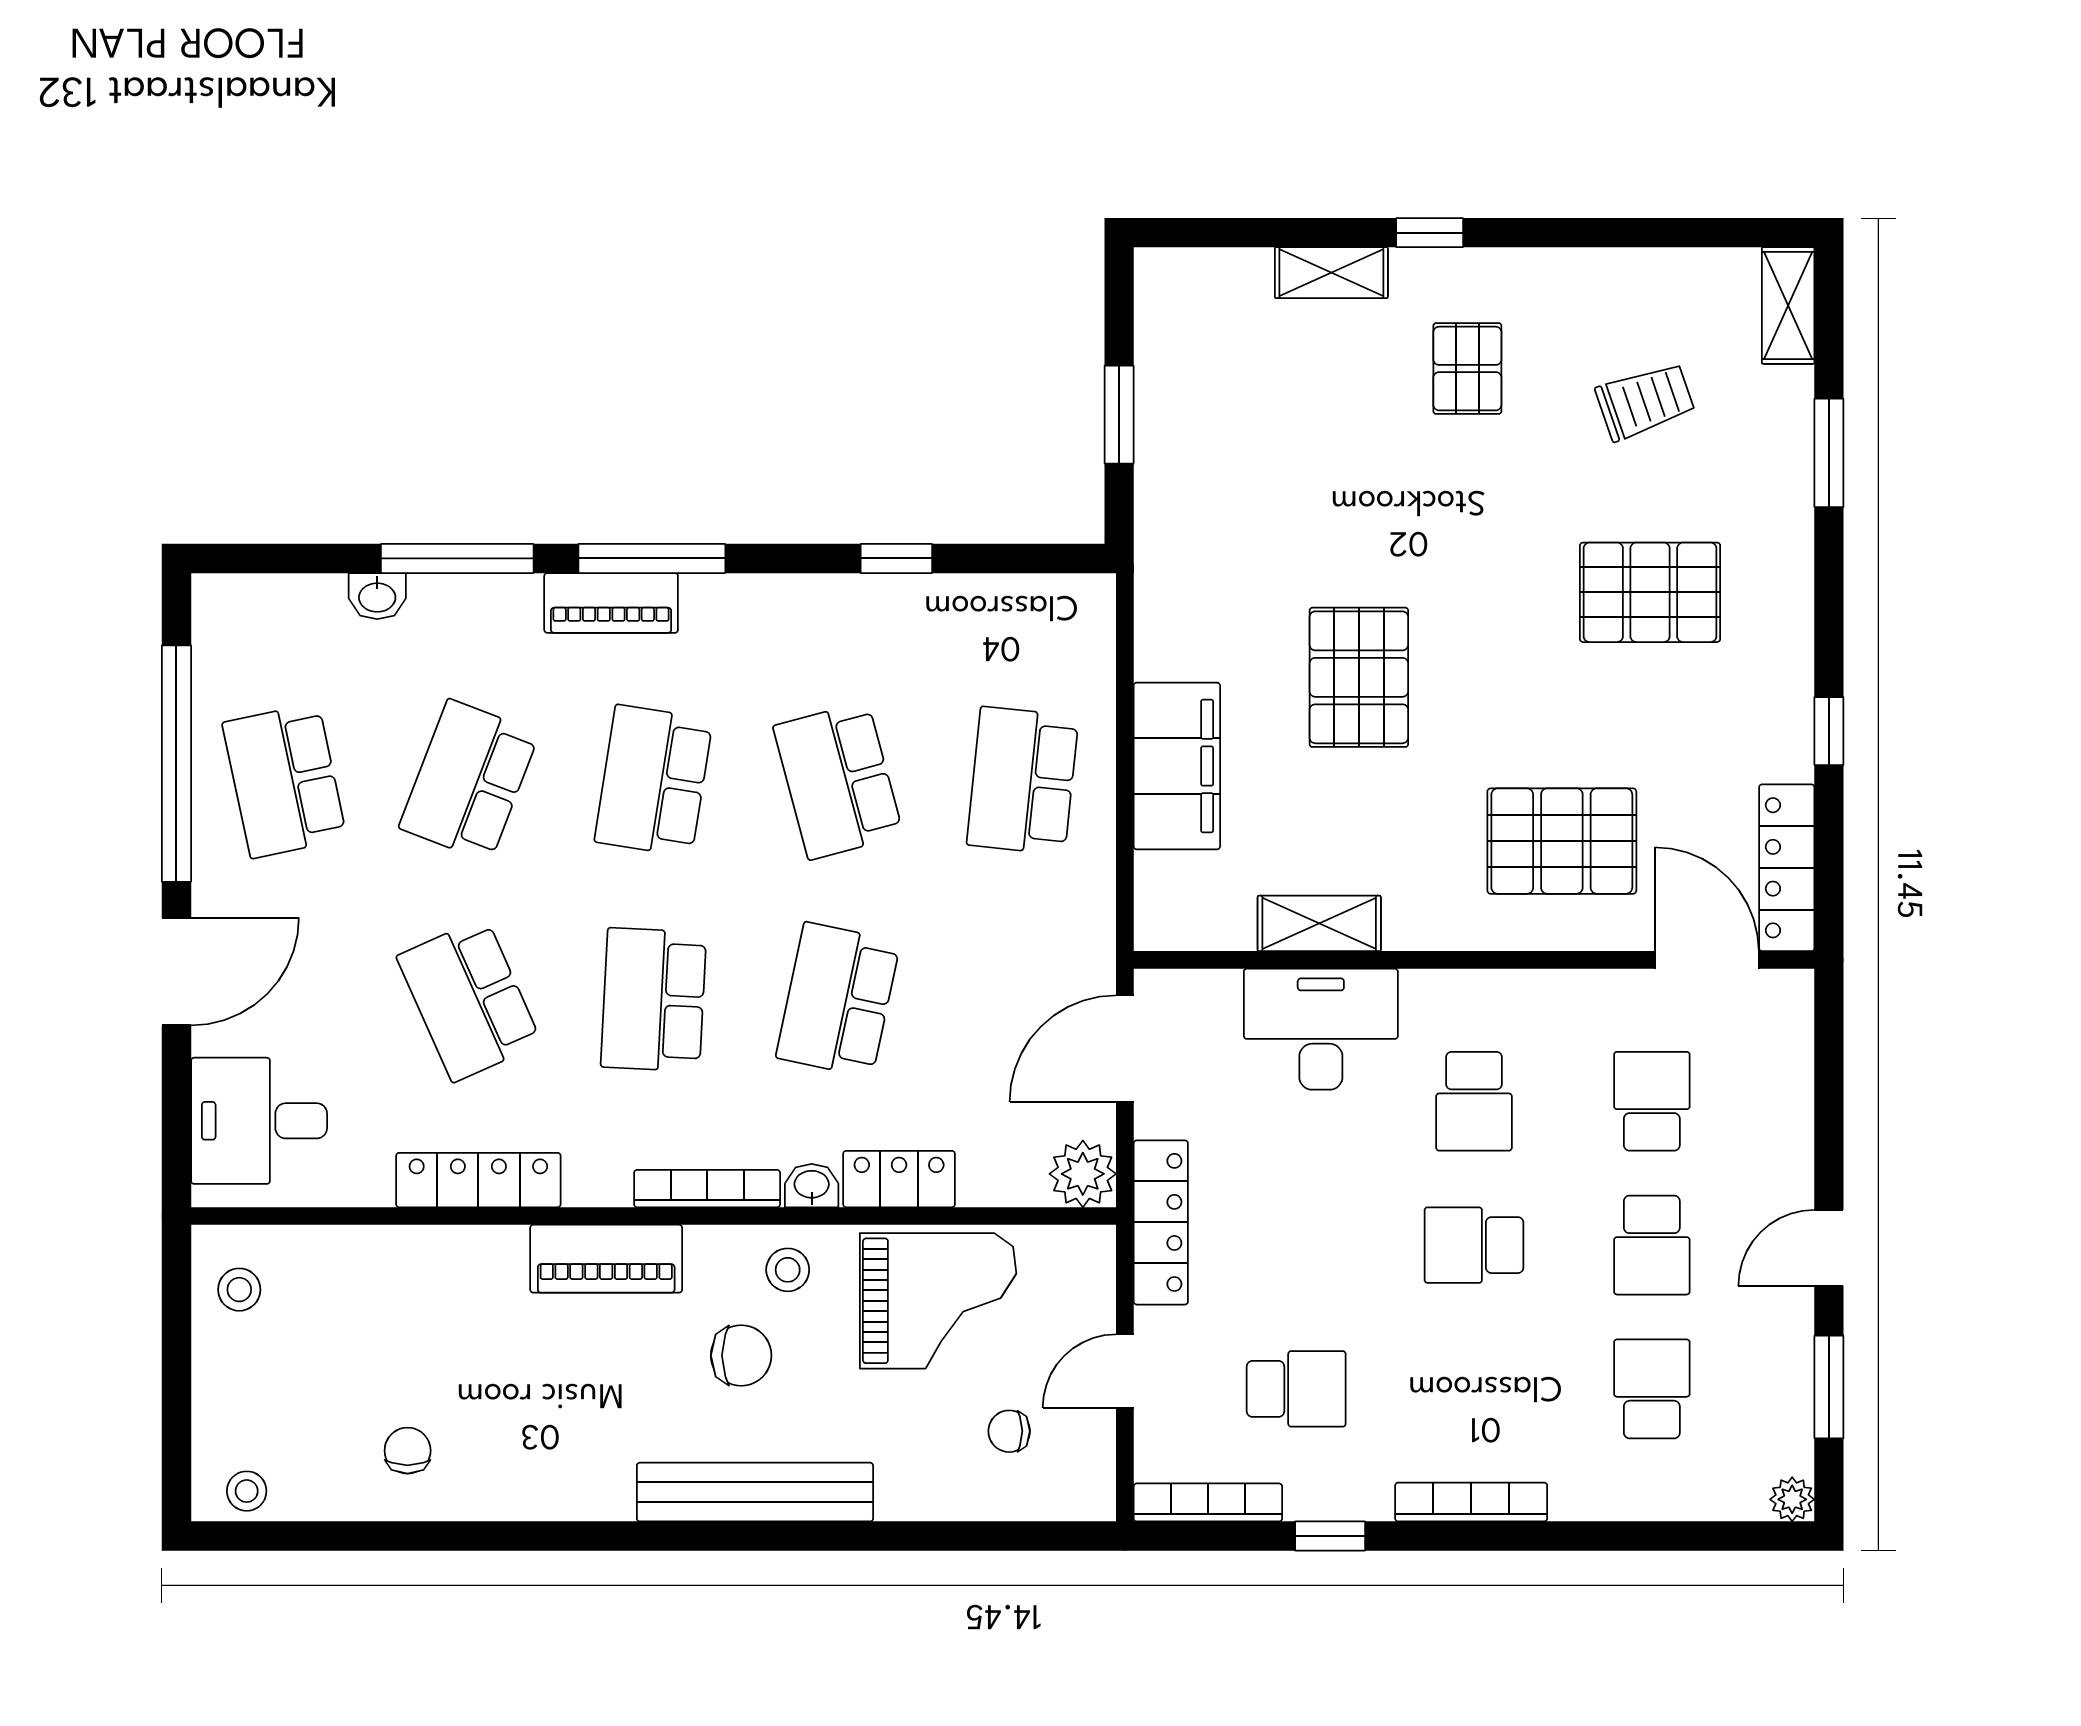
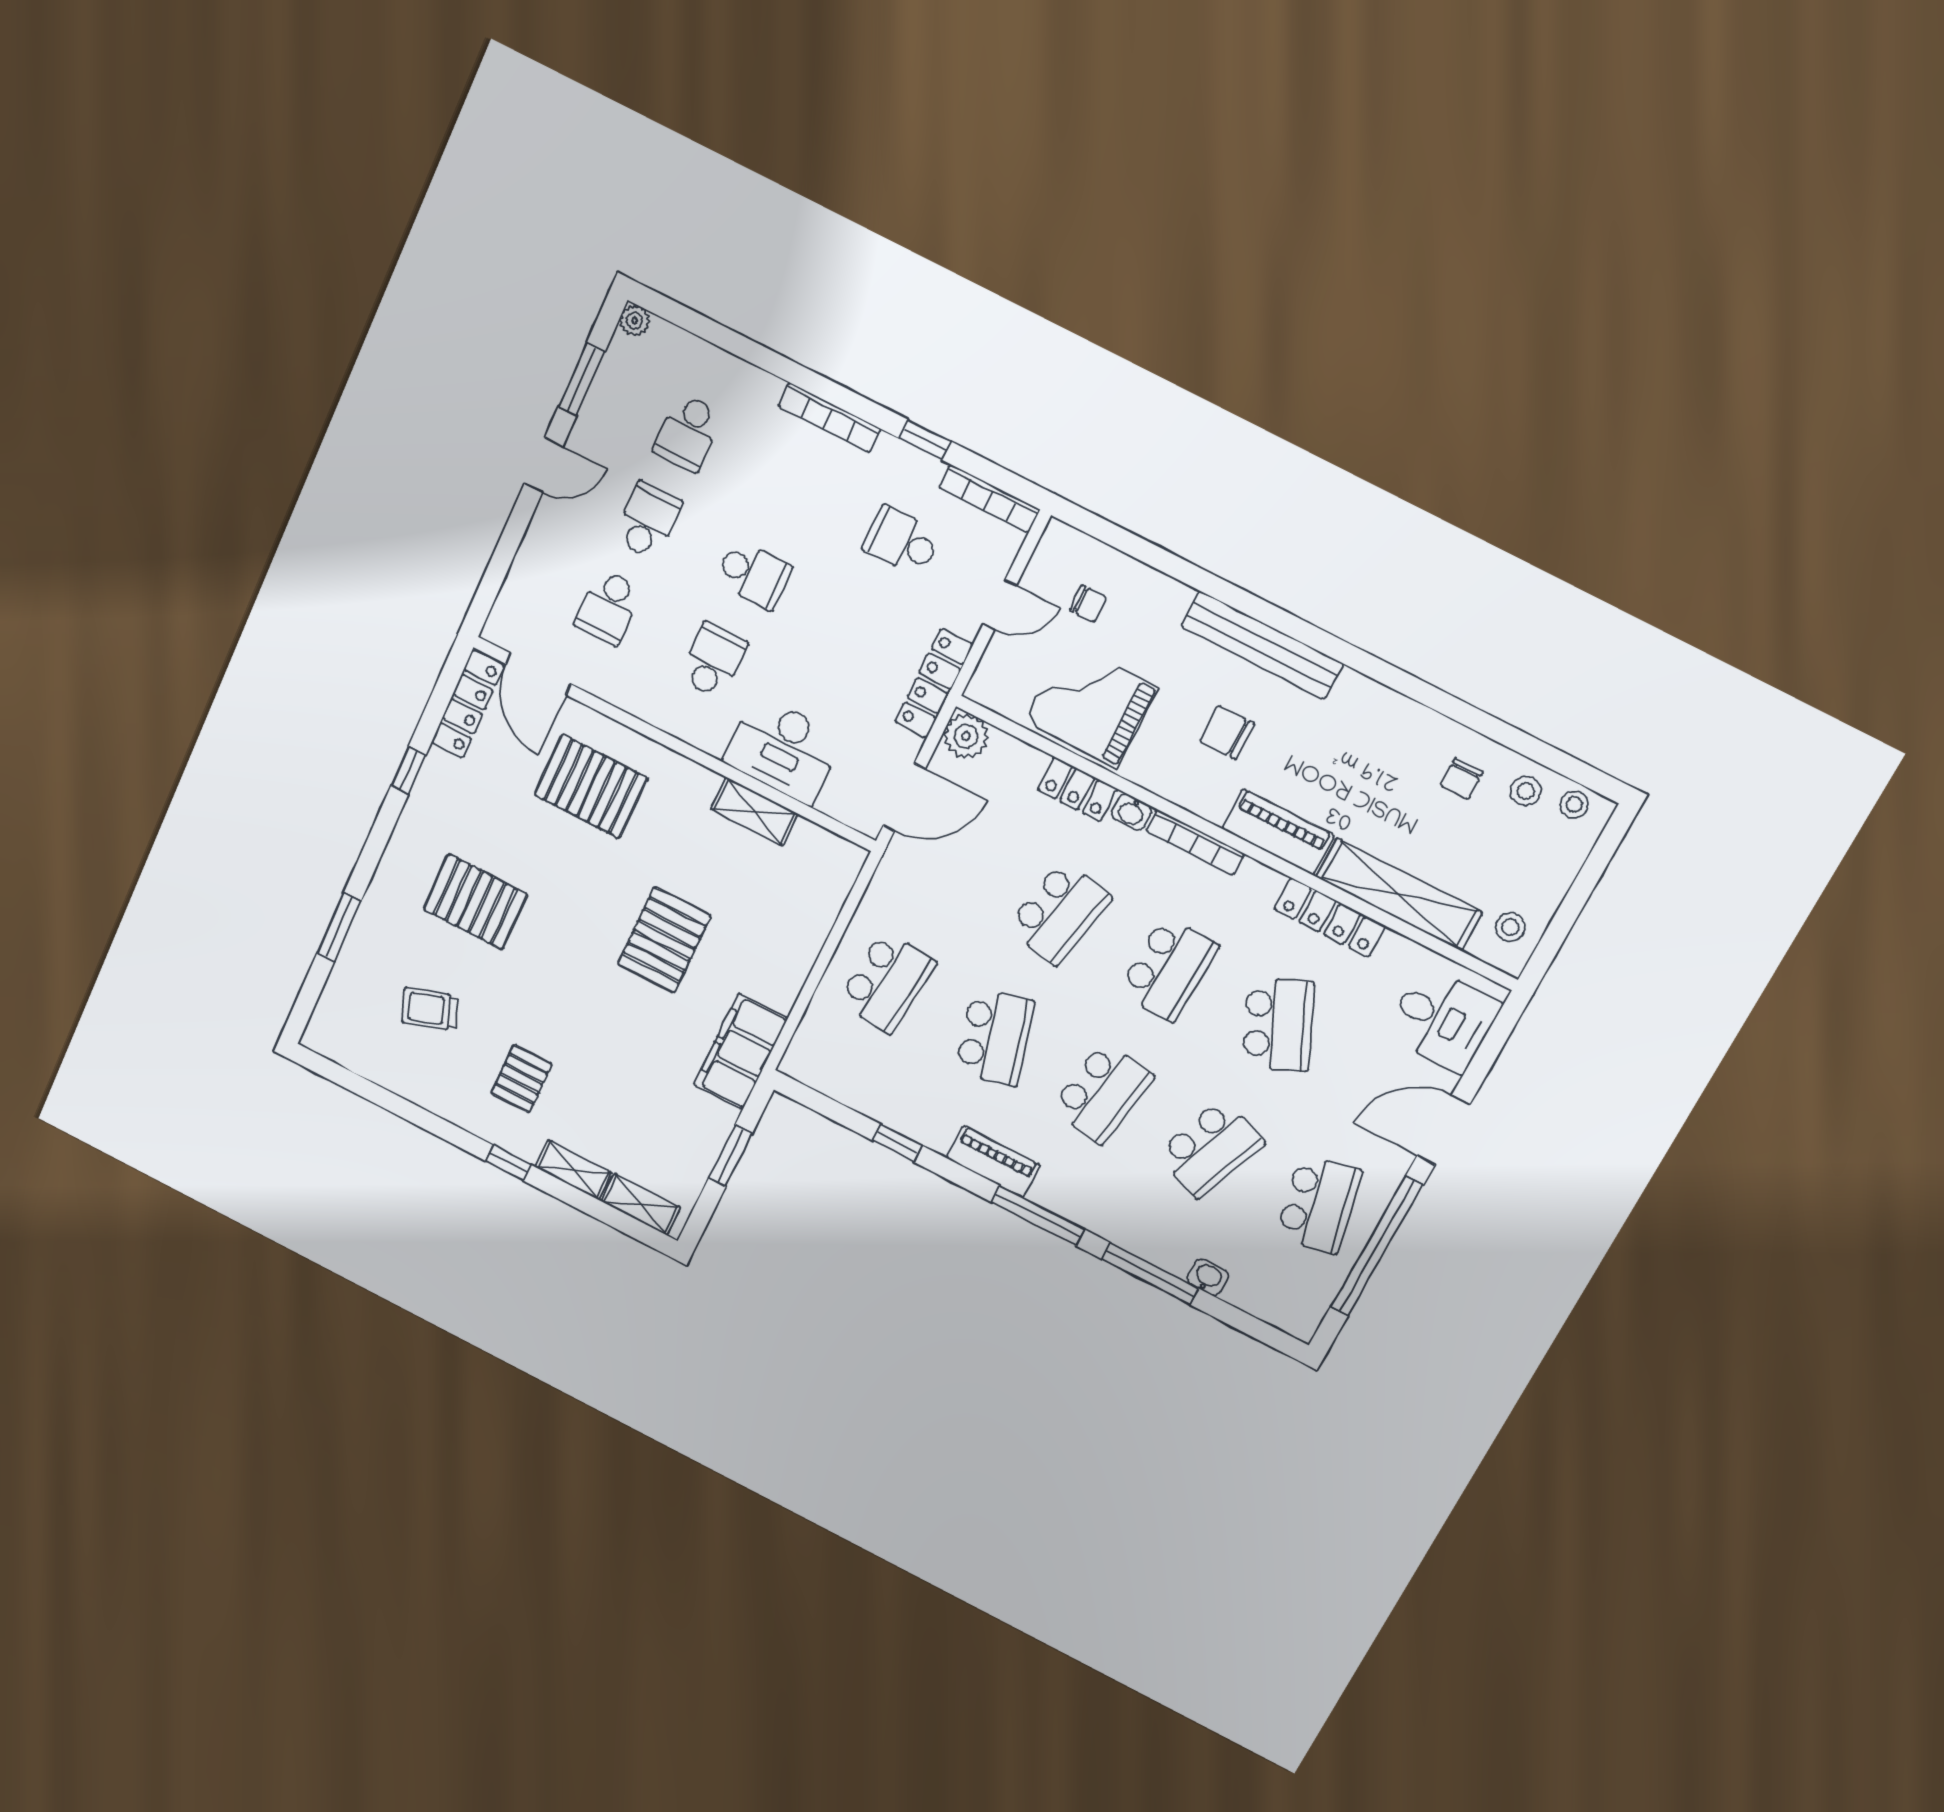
shelving: (1788, 306) -> (641, 1204), moved, turned 90
piano: (611, 603) -> (993, 1162), moved
filing cabinet: (1177, 766) -> (741, 1052), moved
shelving: (405, 1258) -> (1399, 895), added
stool: (788, 1270) -> (1526, 791), moved

